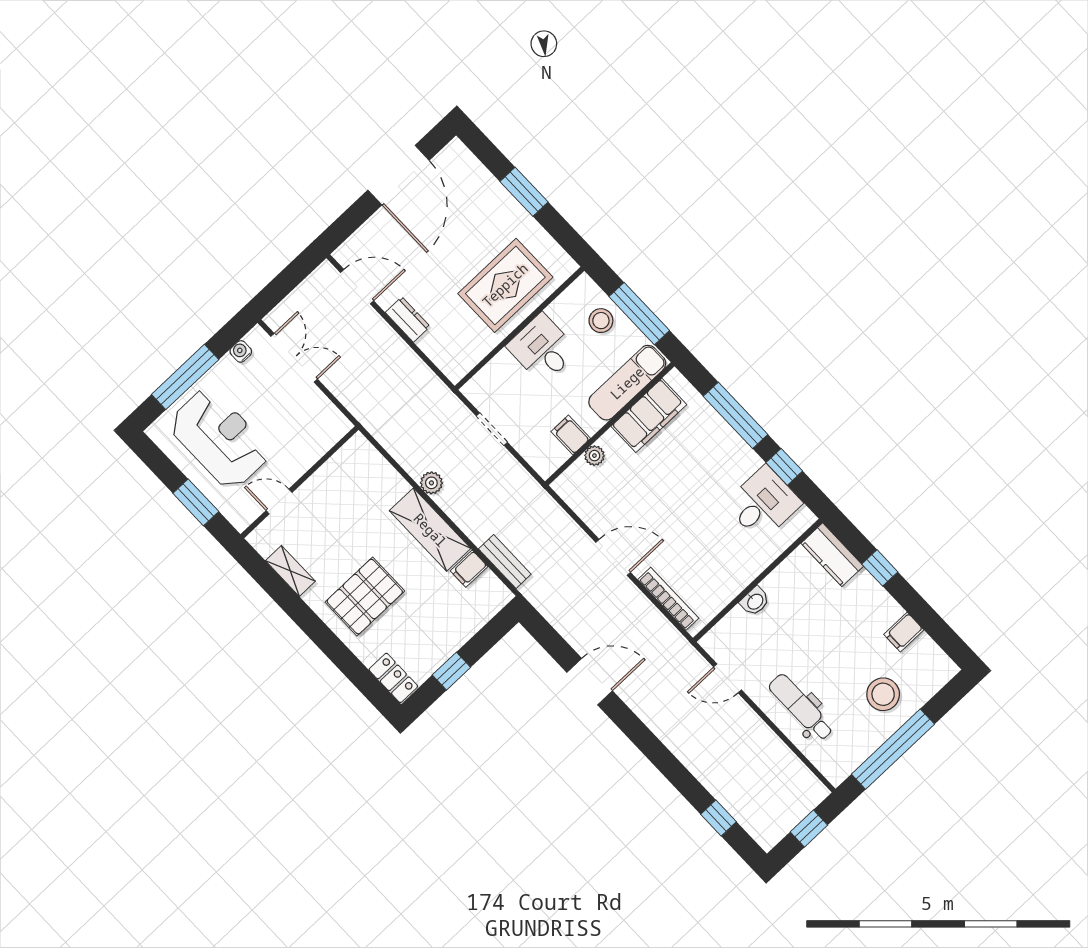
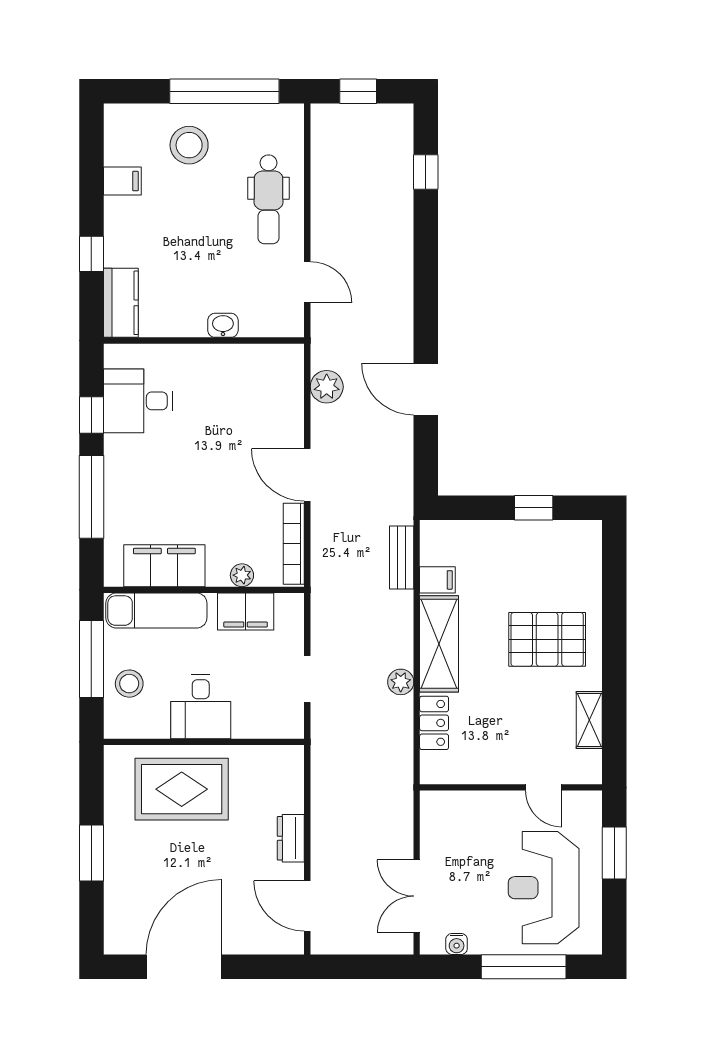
filing cabinet: (571, 435) -> (246, 611), width x2.00
bookcase: (668, 599) -> (294, 544), moved
plant: (653, 624) -> (327, 387), added
locker: (393, 678) -> (434, 723), moved, turned 180

